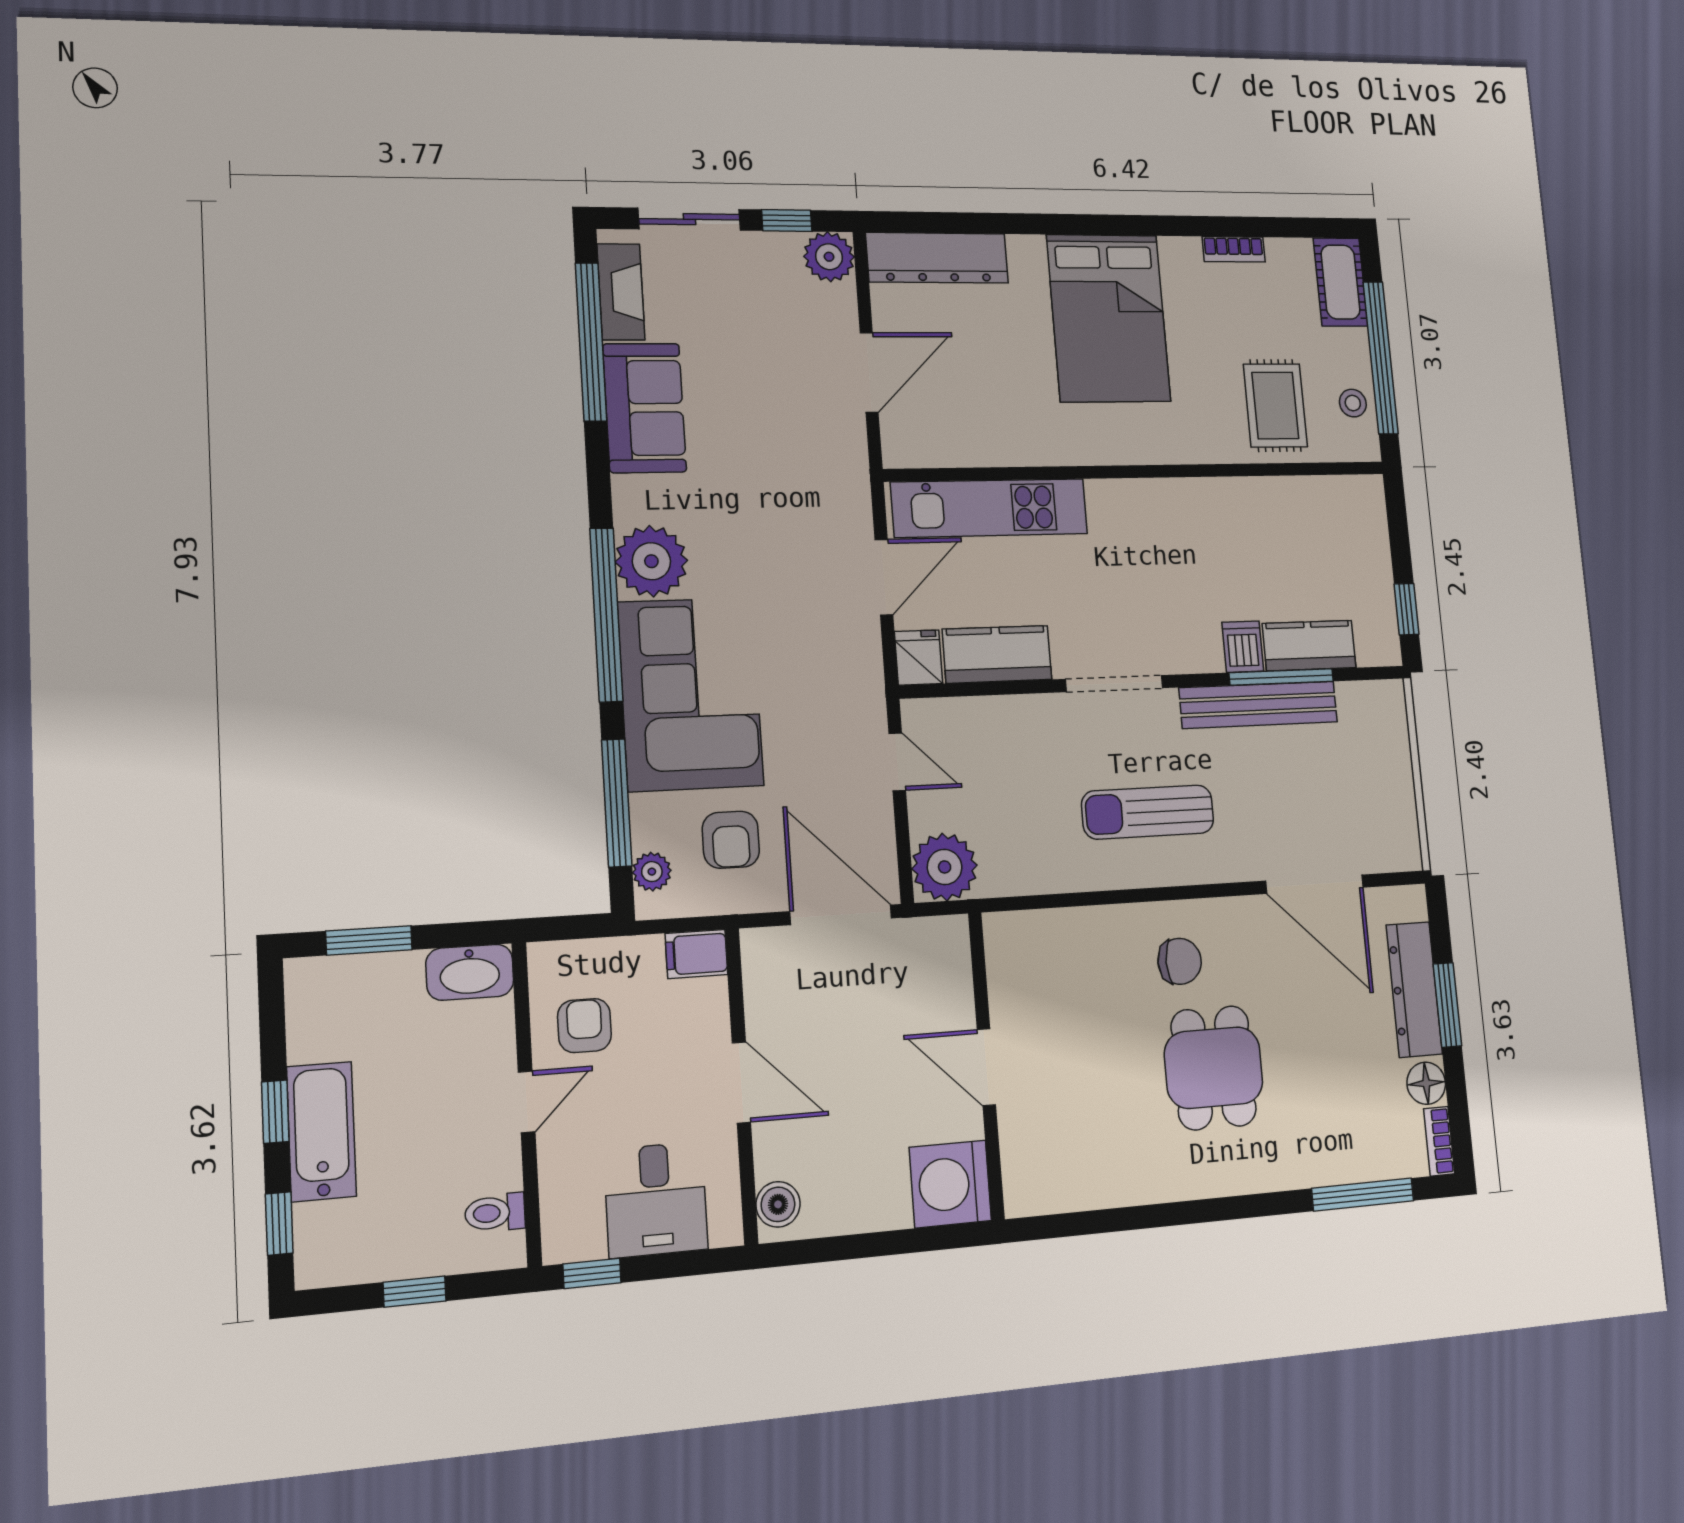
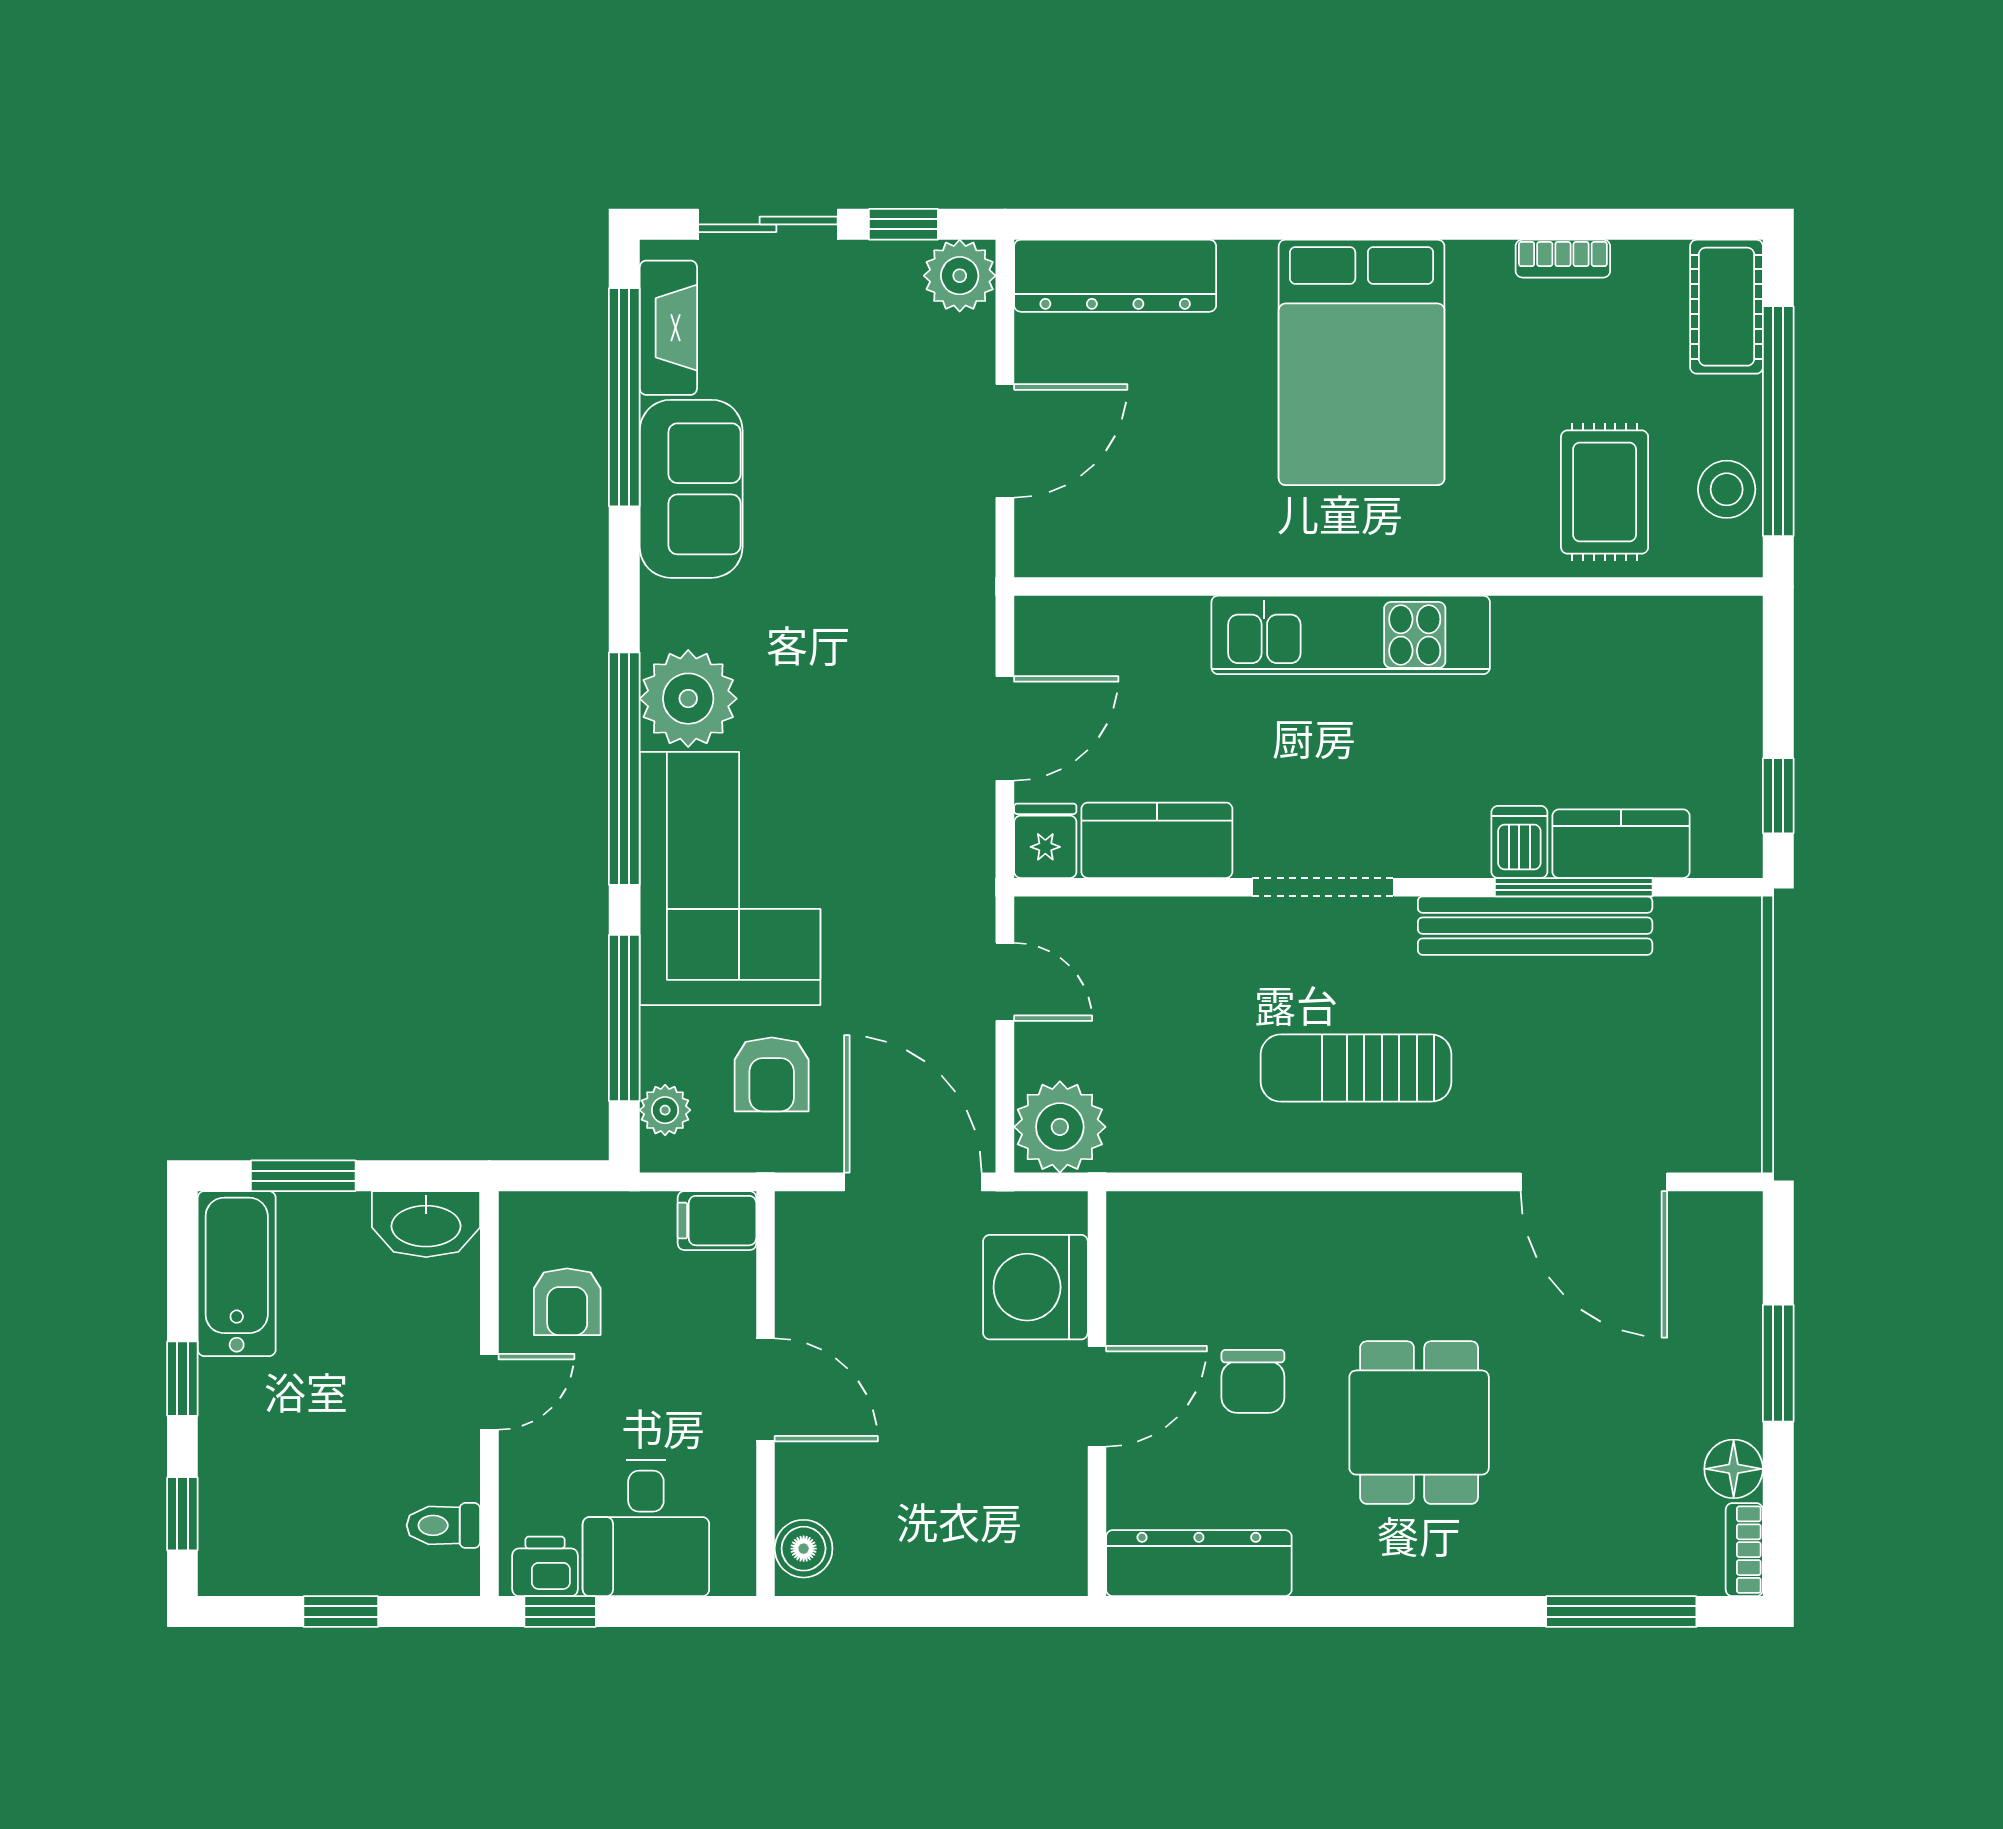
stool: (1353, 403) -> (1727, 489), width x1.37, depth x1.37
kitchen unit: (990, 508) -> (1351, 635), moved
chair: (1180, 961) -> (1253, 1381), moved, turned 90
dresser: (1414, 989) -> (1199, 1563), moved, turned 90
armchair: (584, 1026) -> (567, 1302), turned 180
door: (986, 1067) -> (1097, 1396), swing flipped
bathtub: (322, 1132) -> (237, 1274), moved
washing machine: (950, 1184) -> (1035, 1287), moved
printer: (578, 1238) -> (545, 1566), added

